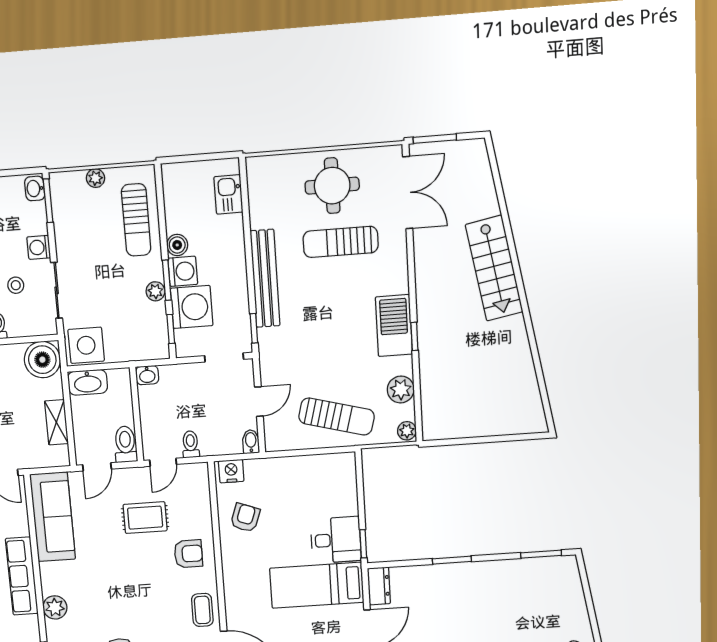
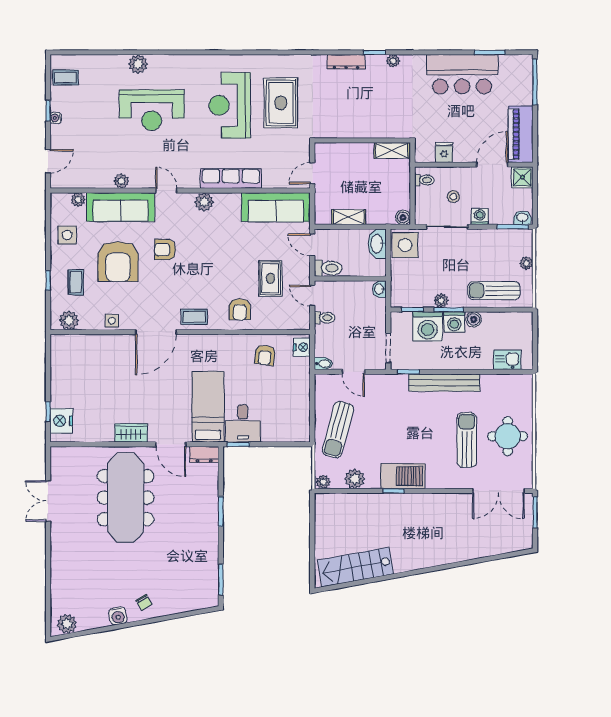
stairs: (494, 268) -> (355, 567), moved
boiler: (42, 360) -> (403, 217), width x0.54, depth x0.54
armchair: (245, 518) -> (265, 355), turned 78

